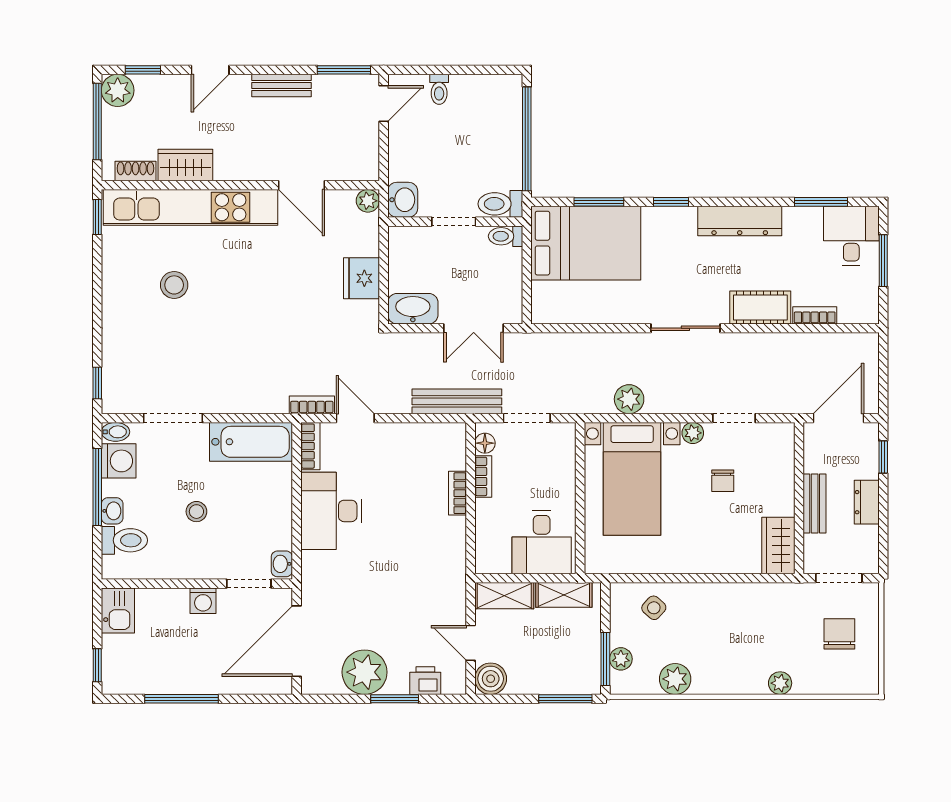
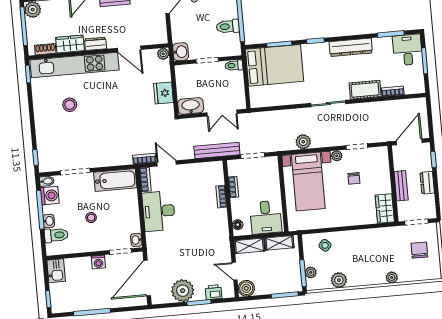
dresser: (236, 169) -> (96, 44), added
toilet: (500, 204) -> (228, 26), moved
floor lamp: (485, 443) -> (238, 225), moved

